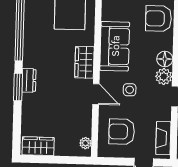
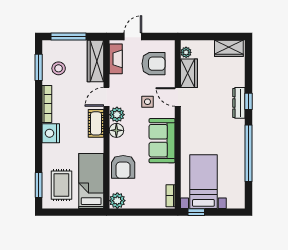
armchair: (159, 18) -> (123, 167), turned 90
wardrobe: (84, 62) -> (189, 73), moved
dresser: (29, 80) -> (239, 103), width x1.44
window: (18, 87) -> (248, 101), width x0.67

